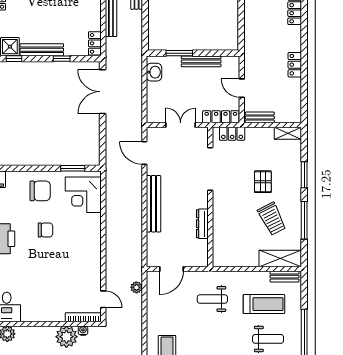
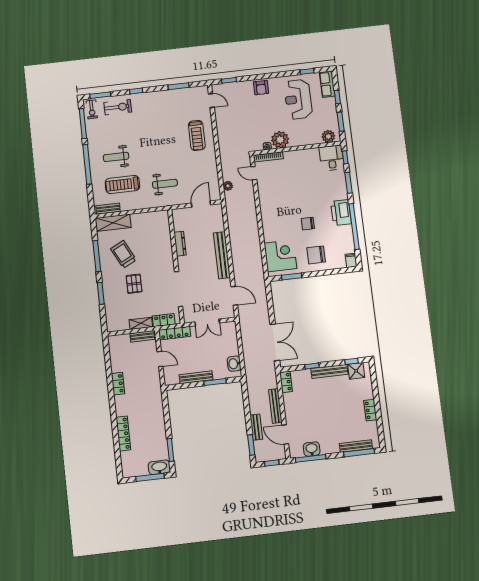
shelving: (288, 133) -> (141, 323), moved

